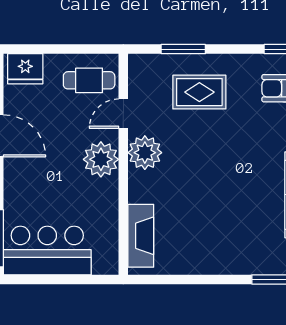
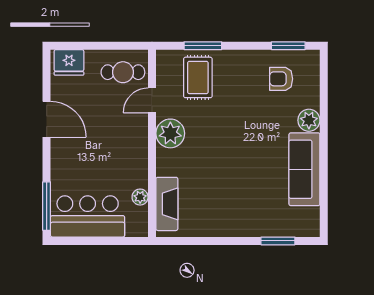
rug: (199, 92) -> (198, 77), moved, turned 90
plant: (101, 159) -> (140, 197), moved, width x0.53, depth x0.53

